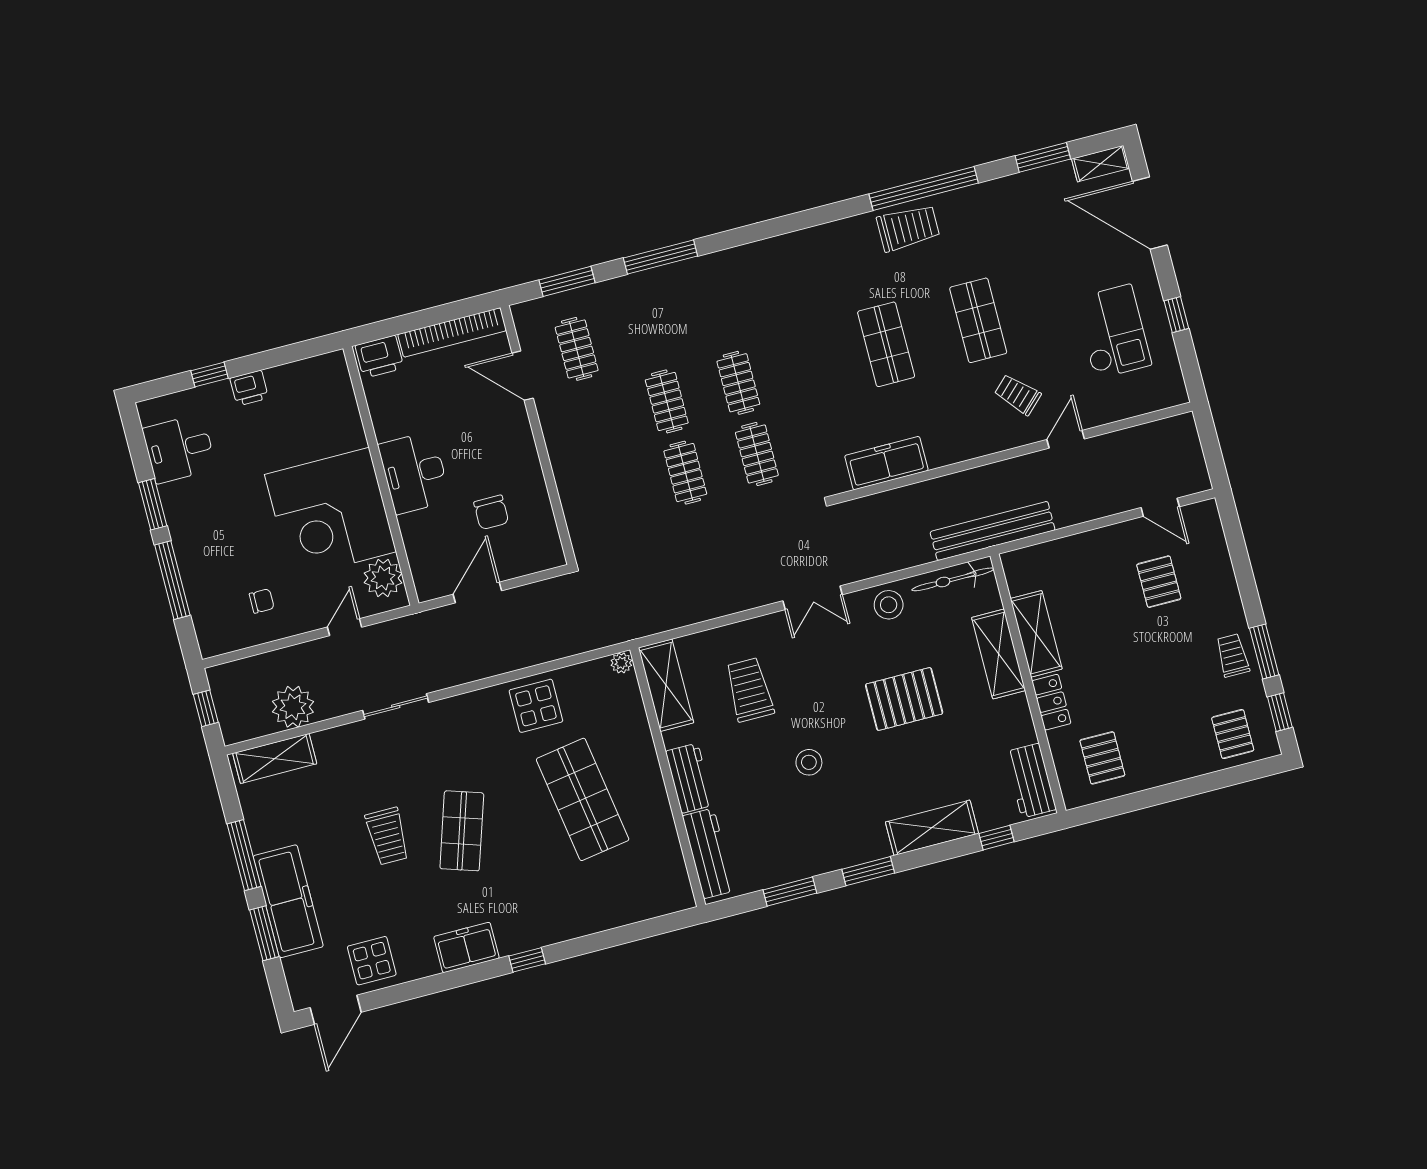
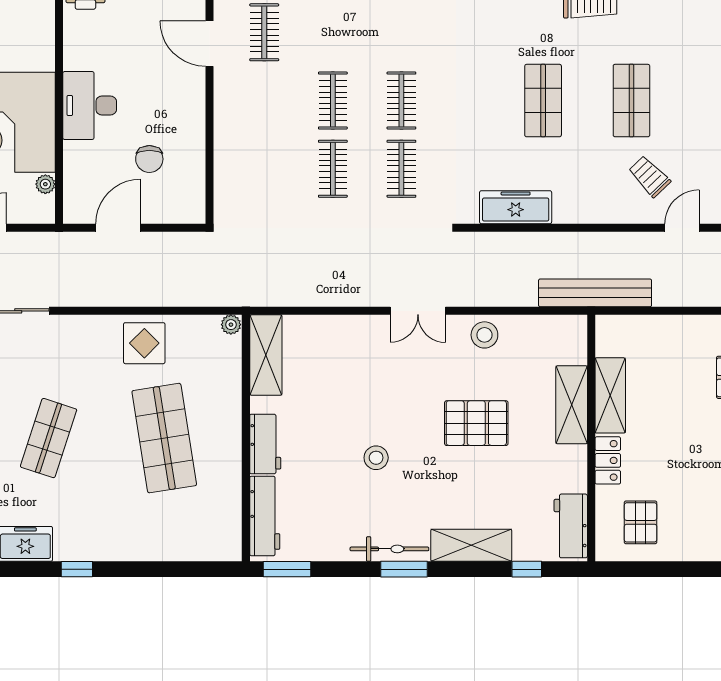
plant: (383, 578) -> (45, 184), width x0.53, depth x0.53
bicycle: (953, 579) -> (389, 549), moved, turned 180
trolley: (749, 690) -> (340, 379), removed
window: (790, 891) -> (287, 569), moved

